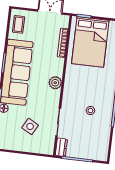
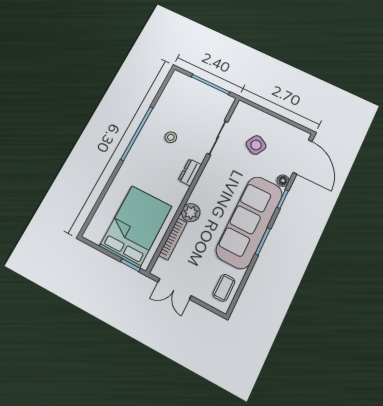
plant: (55, 83) -> (191, 213), moved
dresser: (61, 147) -> (190, 172), moved

